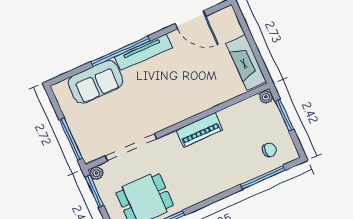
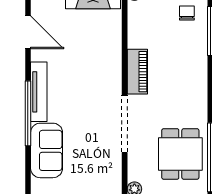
door: (191, 20) -> (28, 32), hinge flipped
doorway: (131, 147) -> (125, 124), moved

